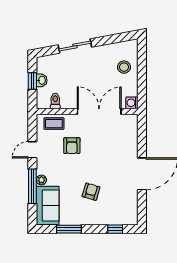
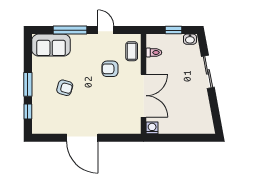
stool: (124, 67) -> (187, 120), removed
washbasin: (42, 80) -> (190, 39), moved
plant: (41, 180) -> (76, 39), removed
window: (69, 229) -> (28, 84), moved

